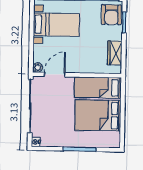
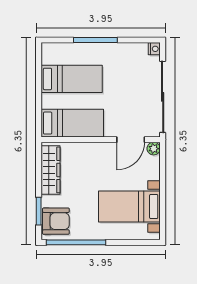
armchair: (111, 15) -> (56, 221), turned 90
wardrobe: (115, 53) -> (50, 170), width x1.50
bed: (98, 115) -> (72, 79), width x0.67

